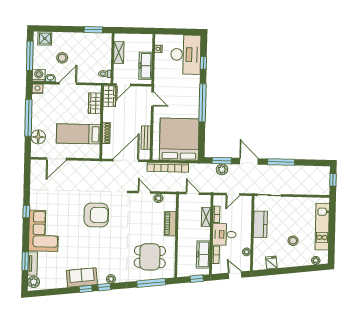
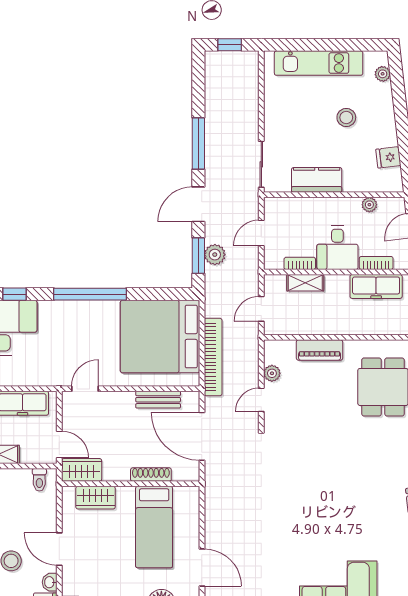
door: (233, 194) -> (261, 233), swing flipped
armchair: (96, 215) -> (306, 490), removed

